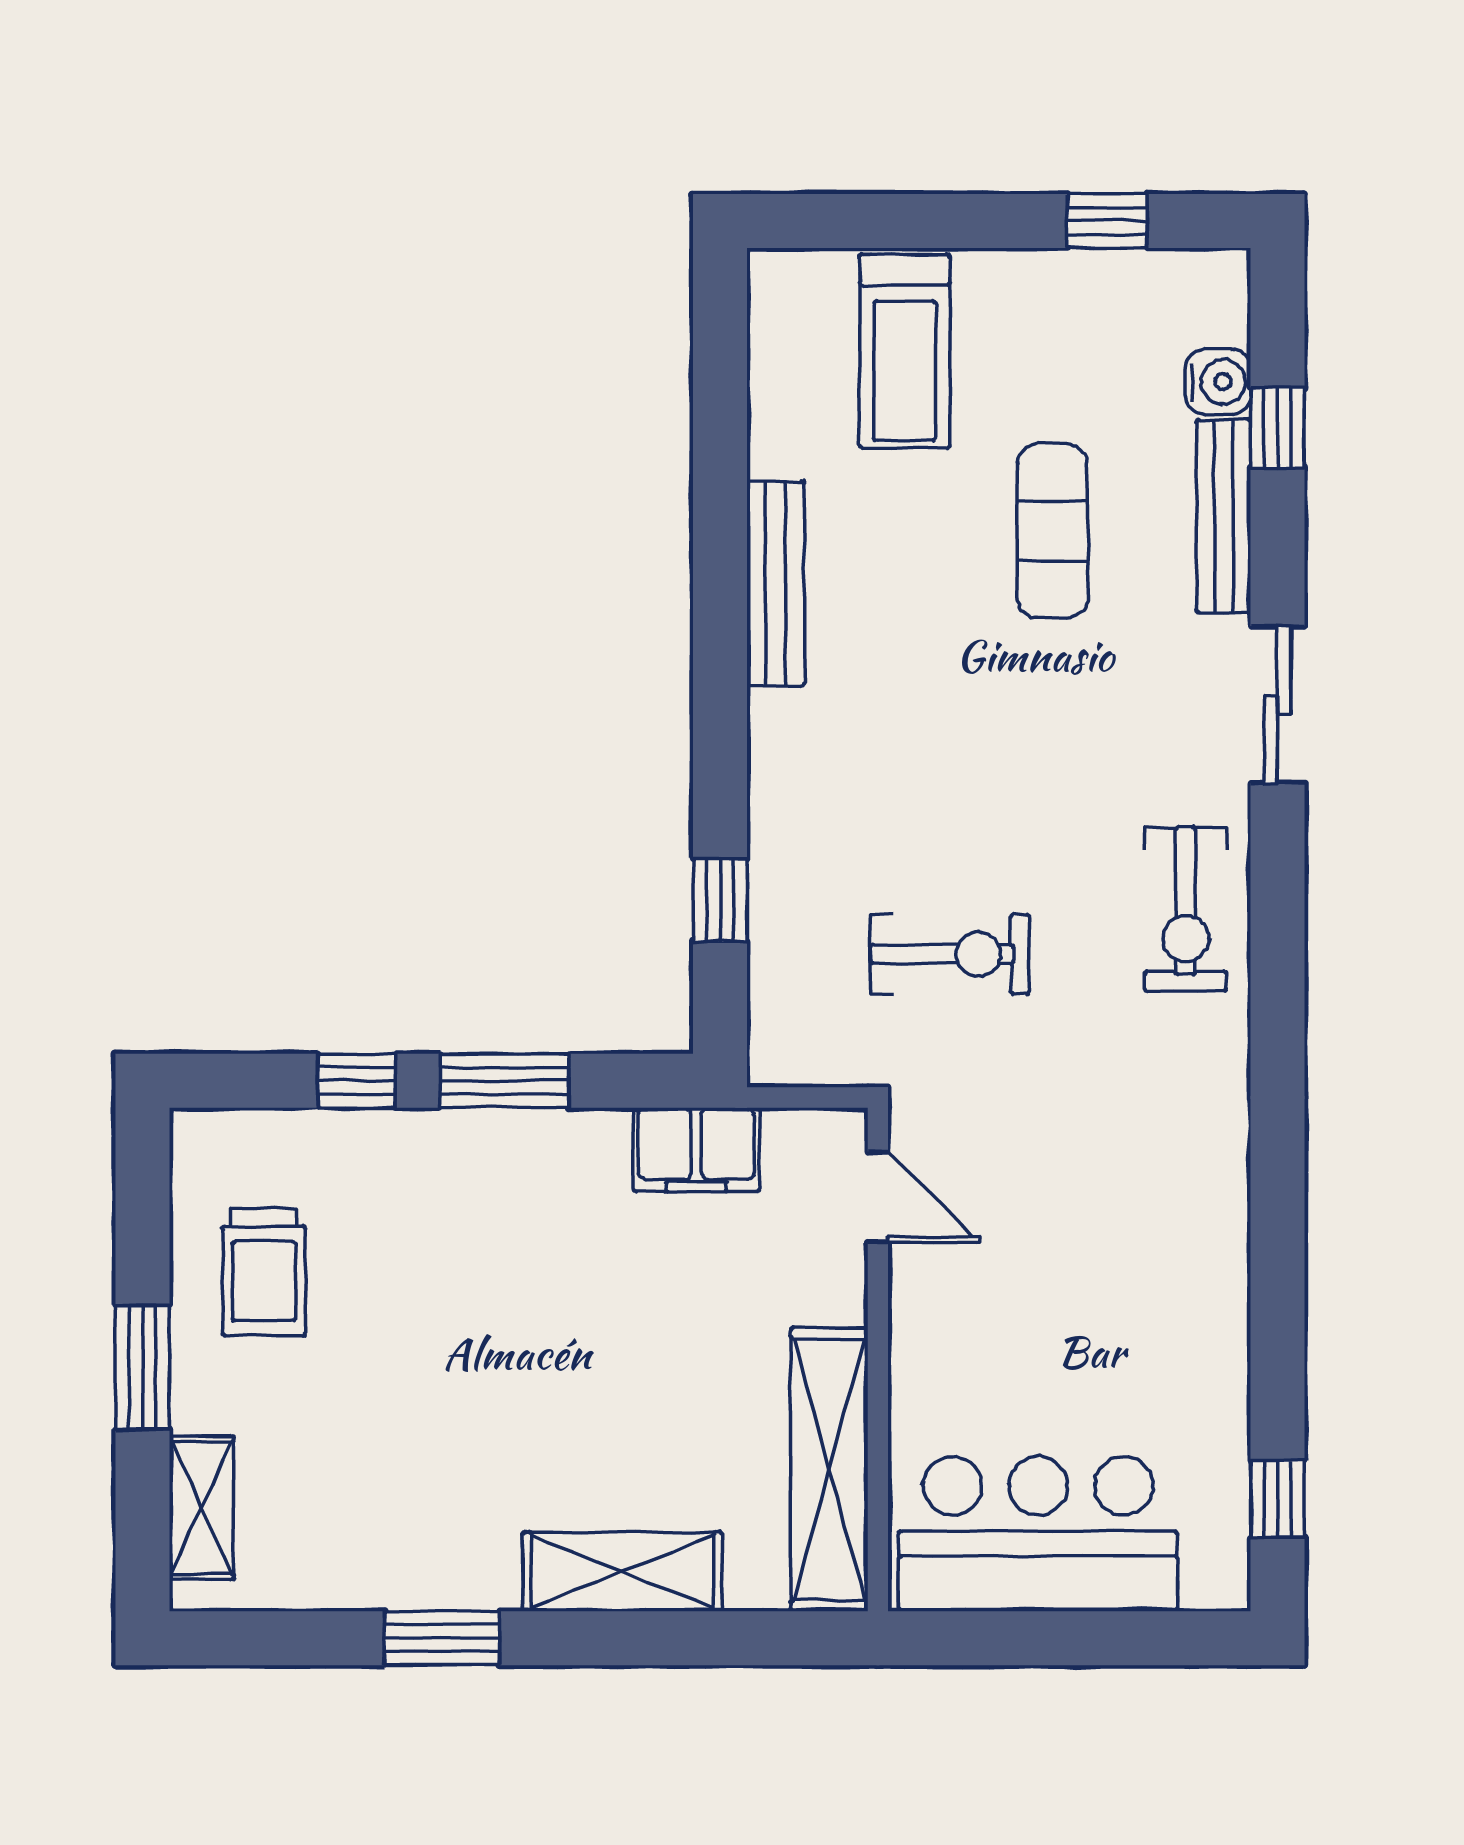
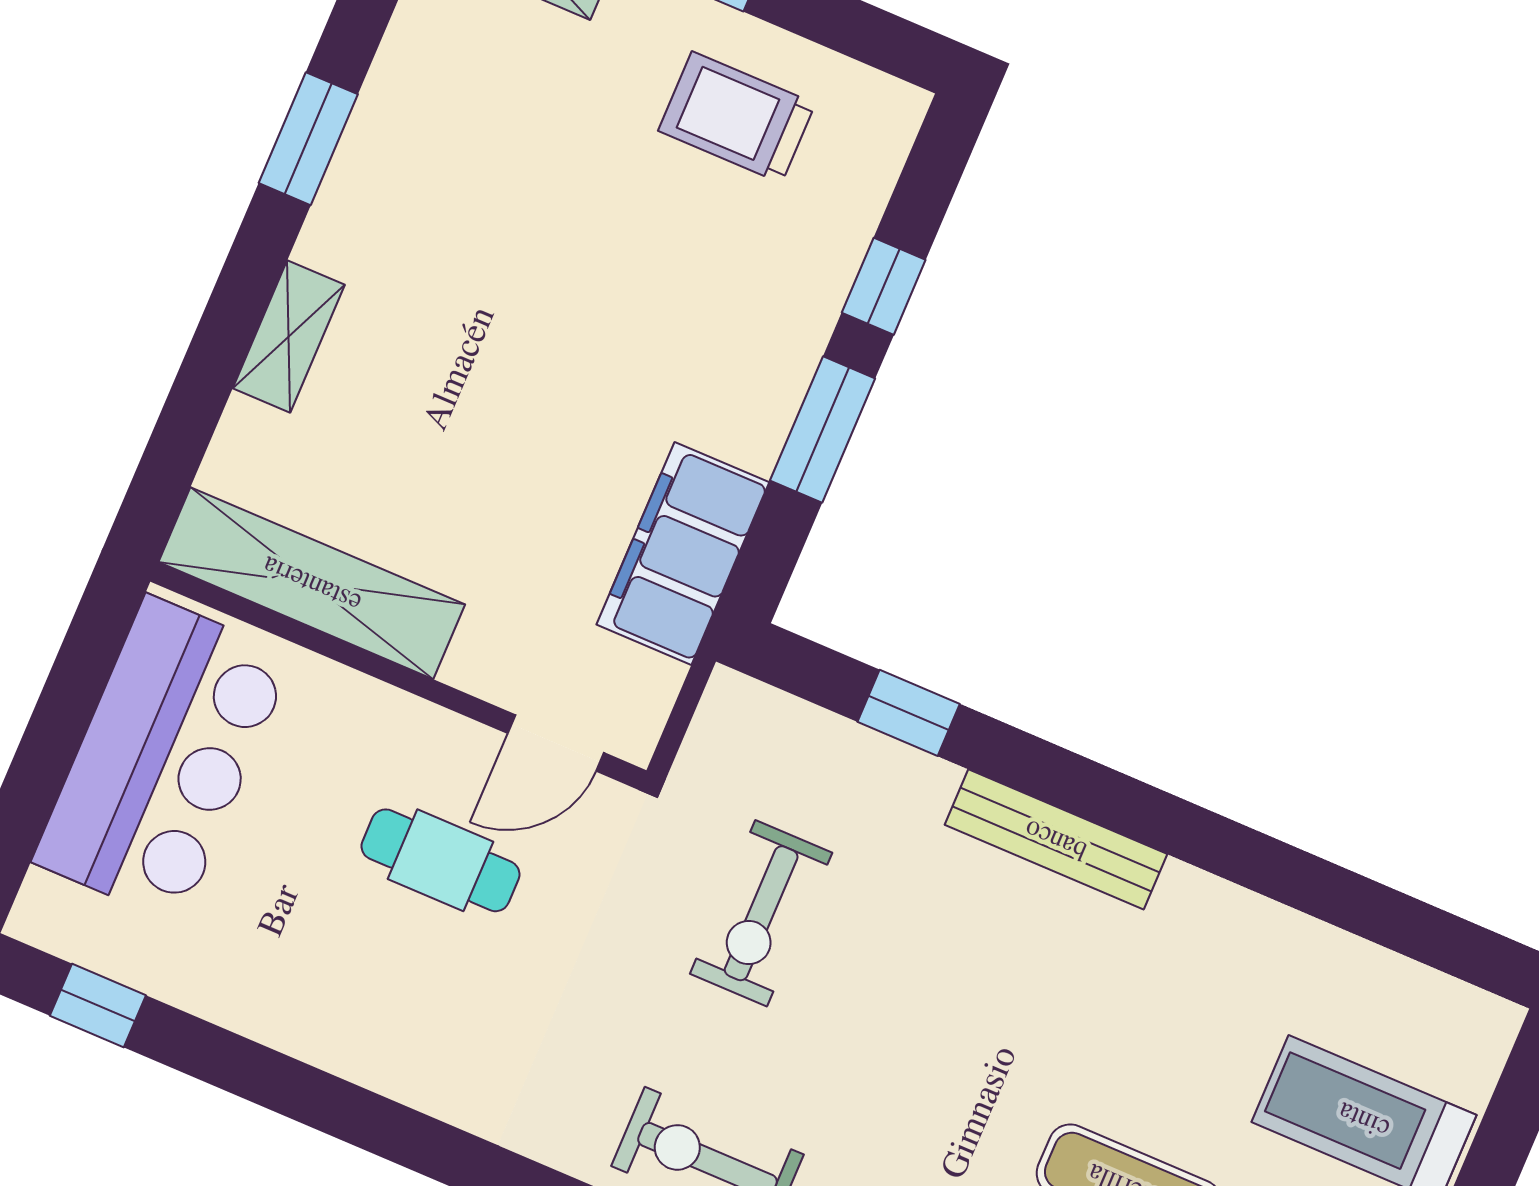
bench: (776, 583) -> (1056, 839), moved
filing cabinet: (696, 1150) -> (683, 553), width x1.50, depth x1.17
cafe table: (1023, 1254) -> (440, 860), added
shelving: (622, 1572) -> (289, 336), width x0.67, depth x0.75

